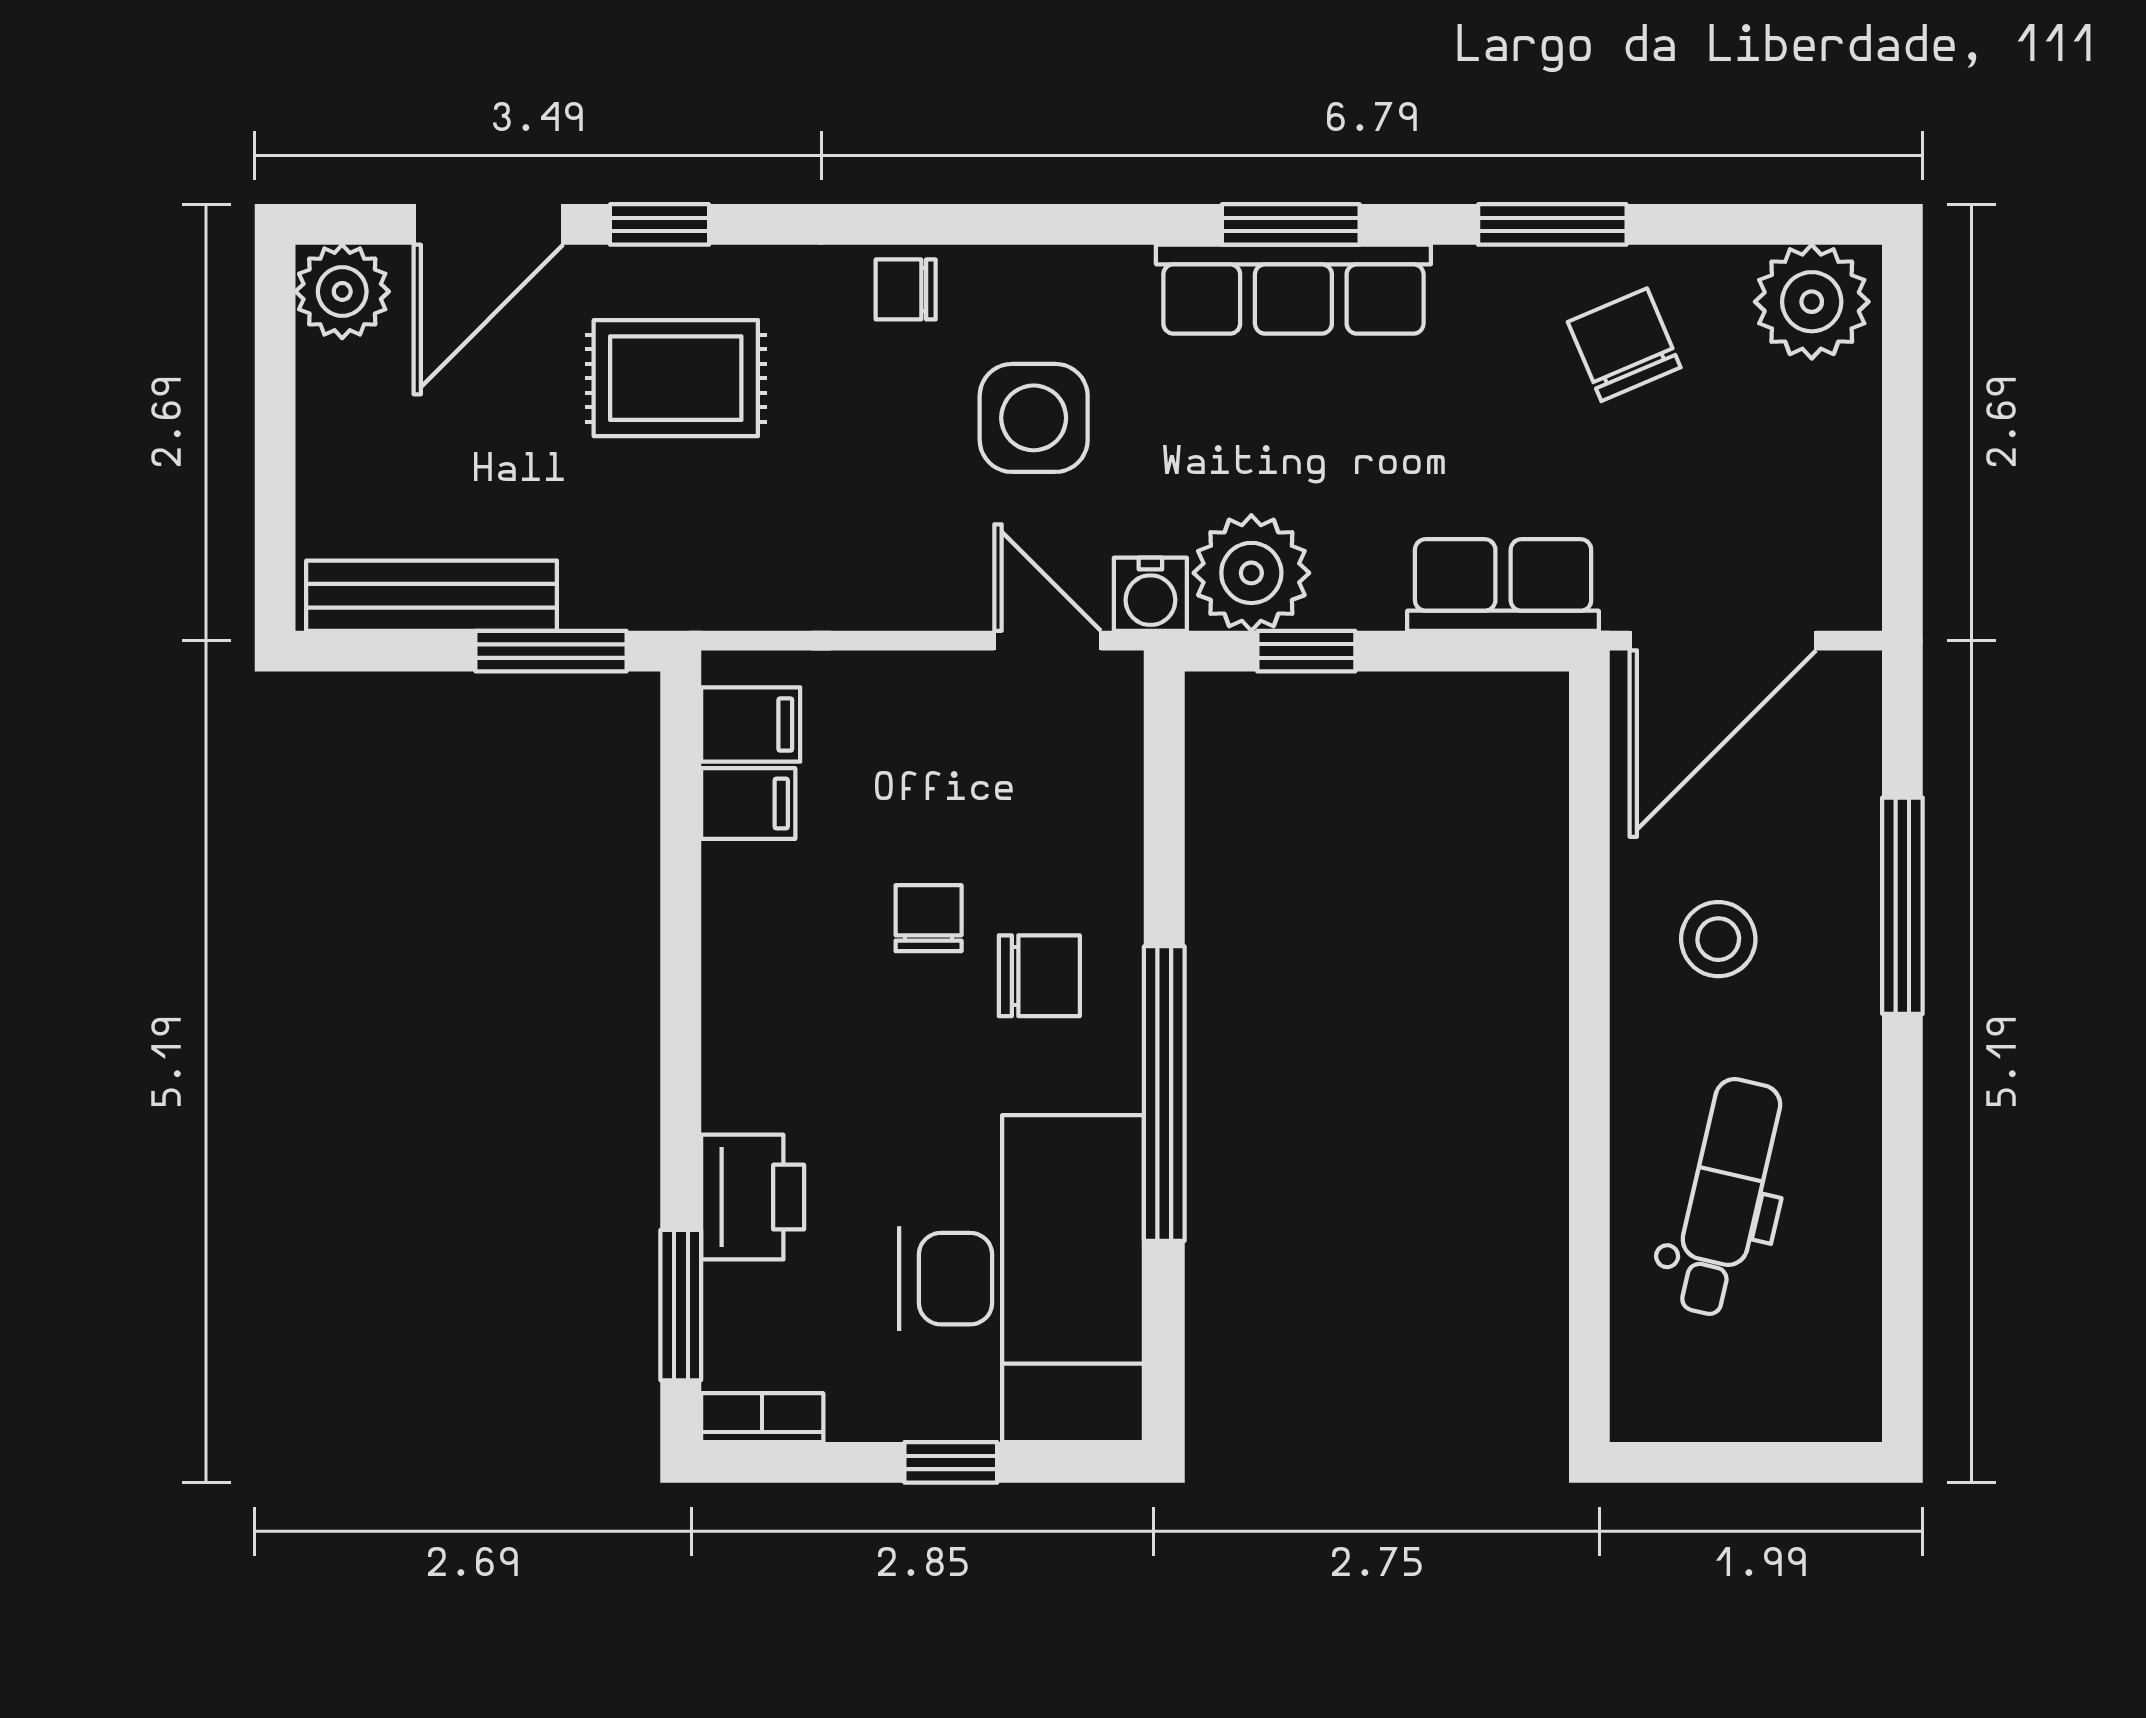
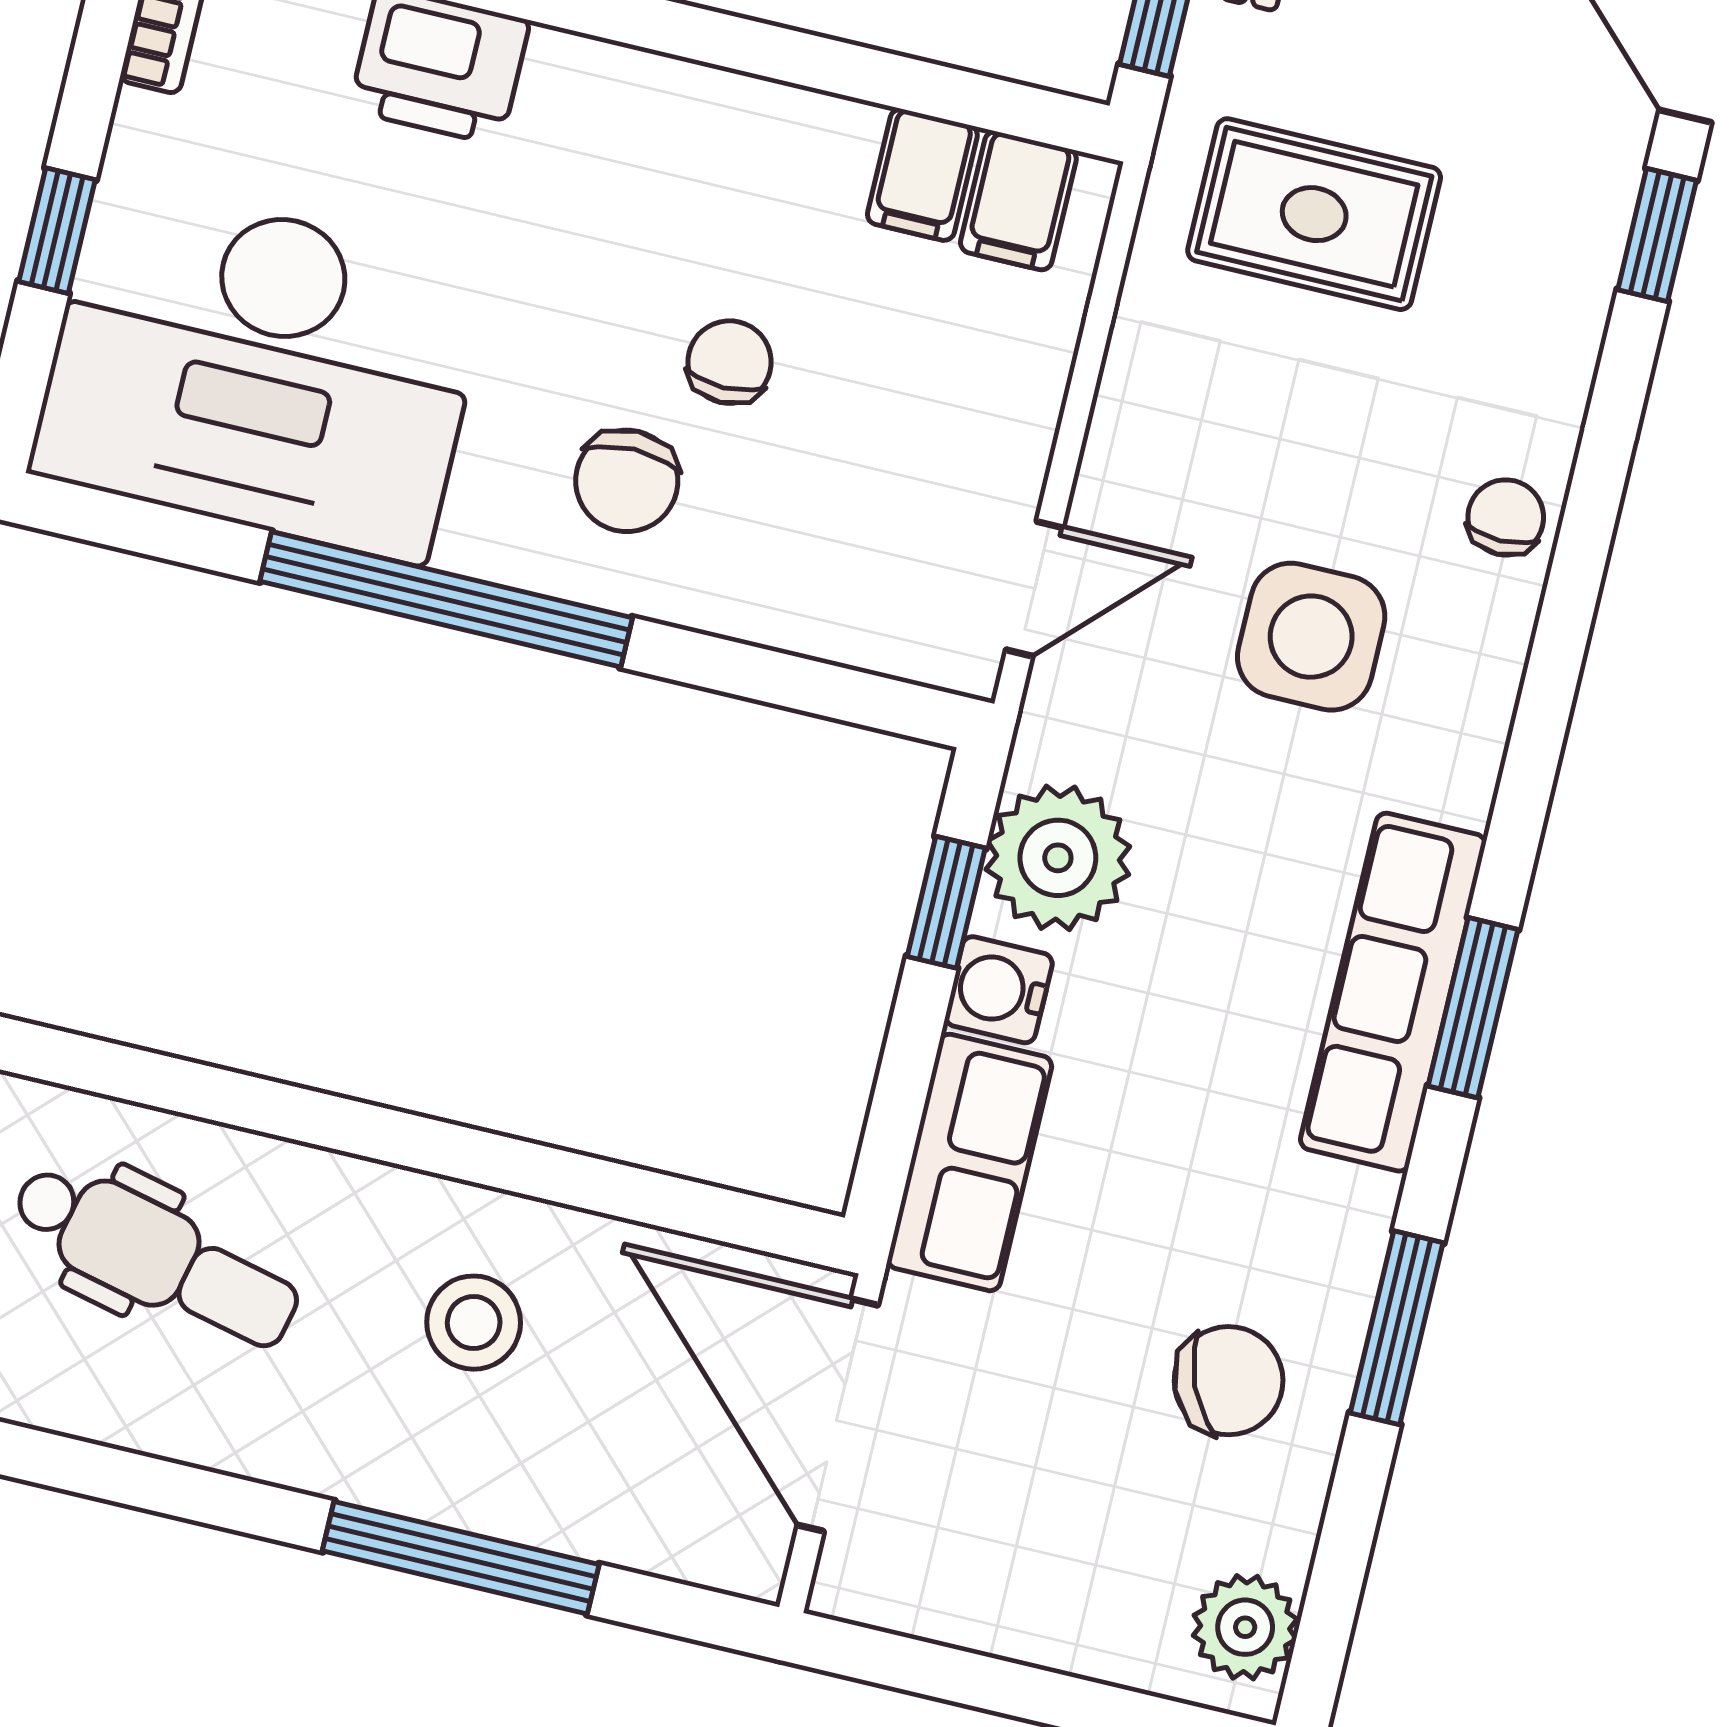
plant: (1812, 302) -> (1245, 1627), width x0.73, depth x0.73
rug: (676, 378) -> (1314, 214), moved, turned 90
water cooler: (1150, 594) -> (999, 990), moved
chair: (929, 918) -> (730, 362), turned -90

